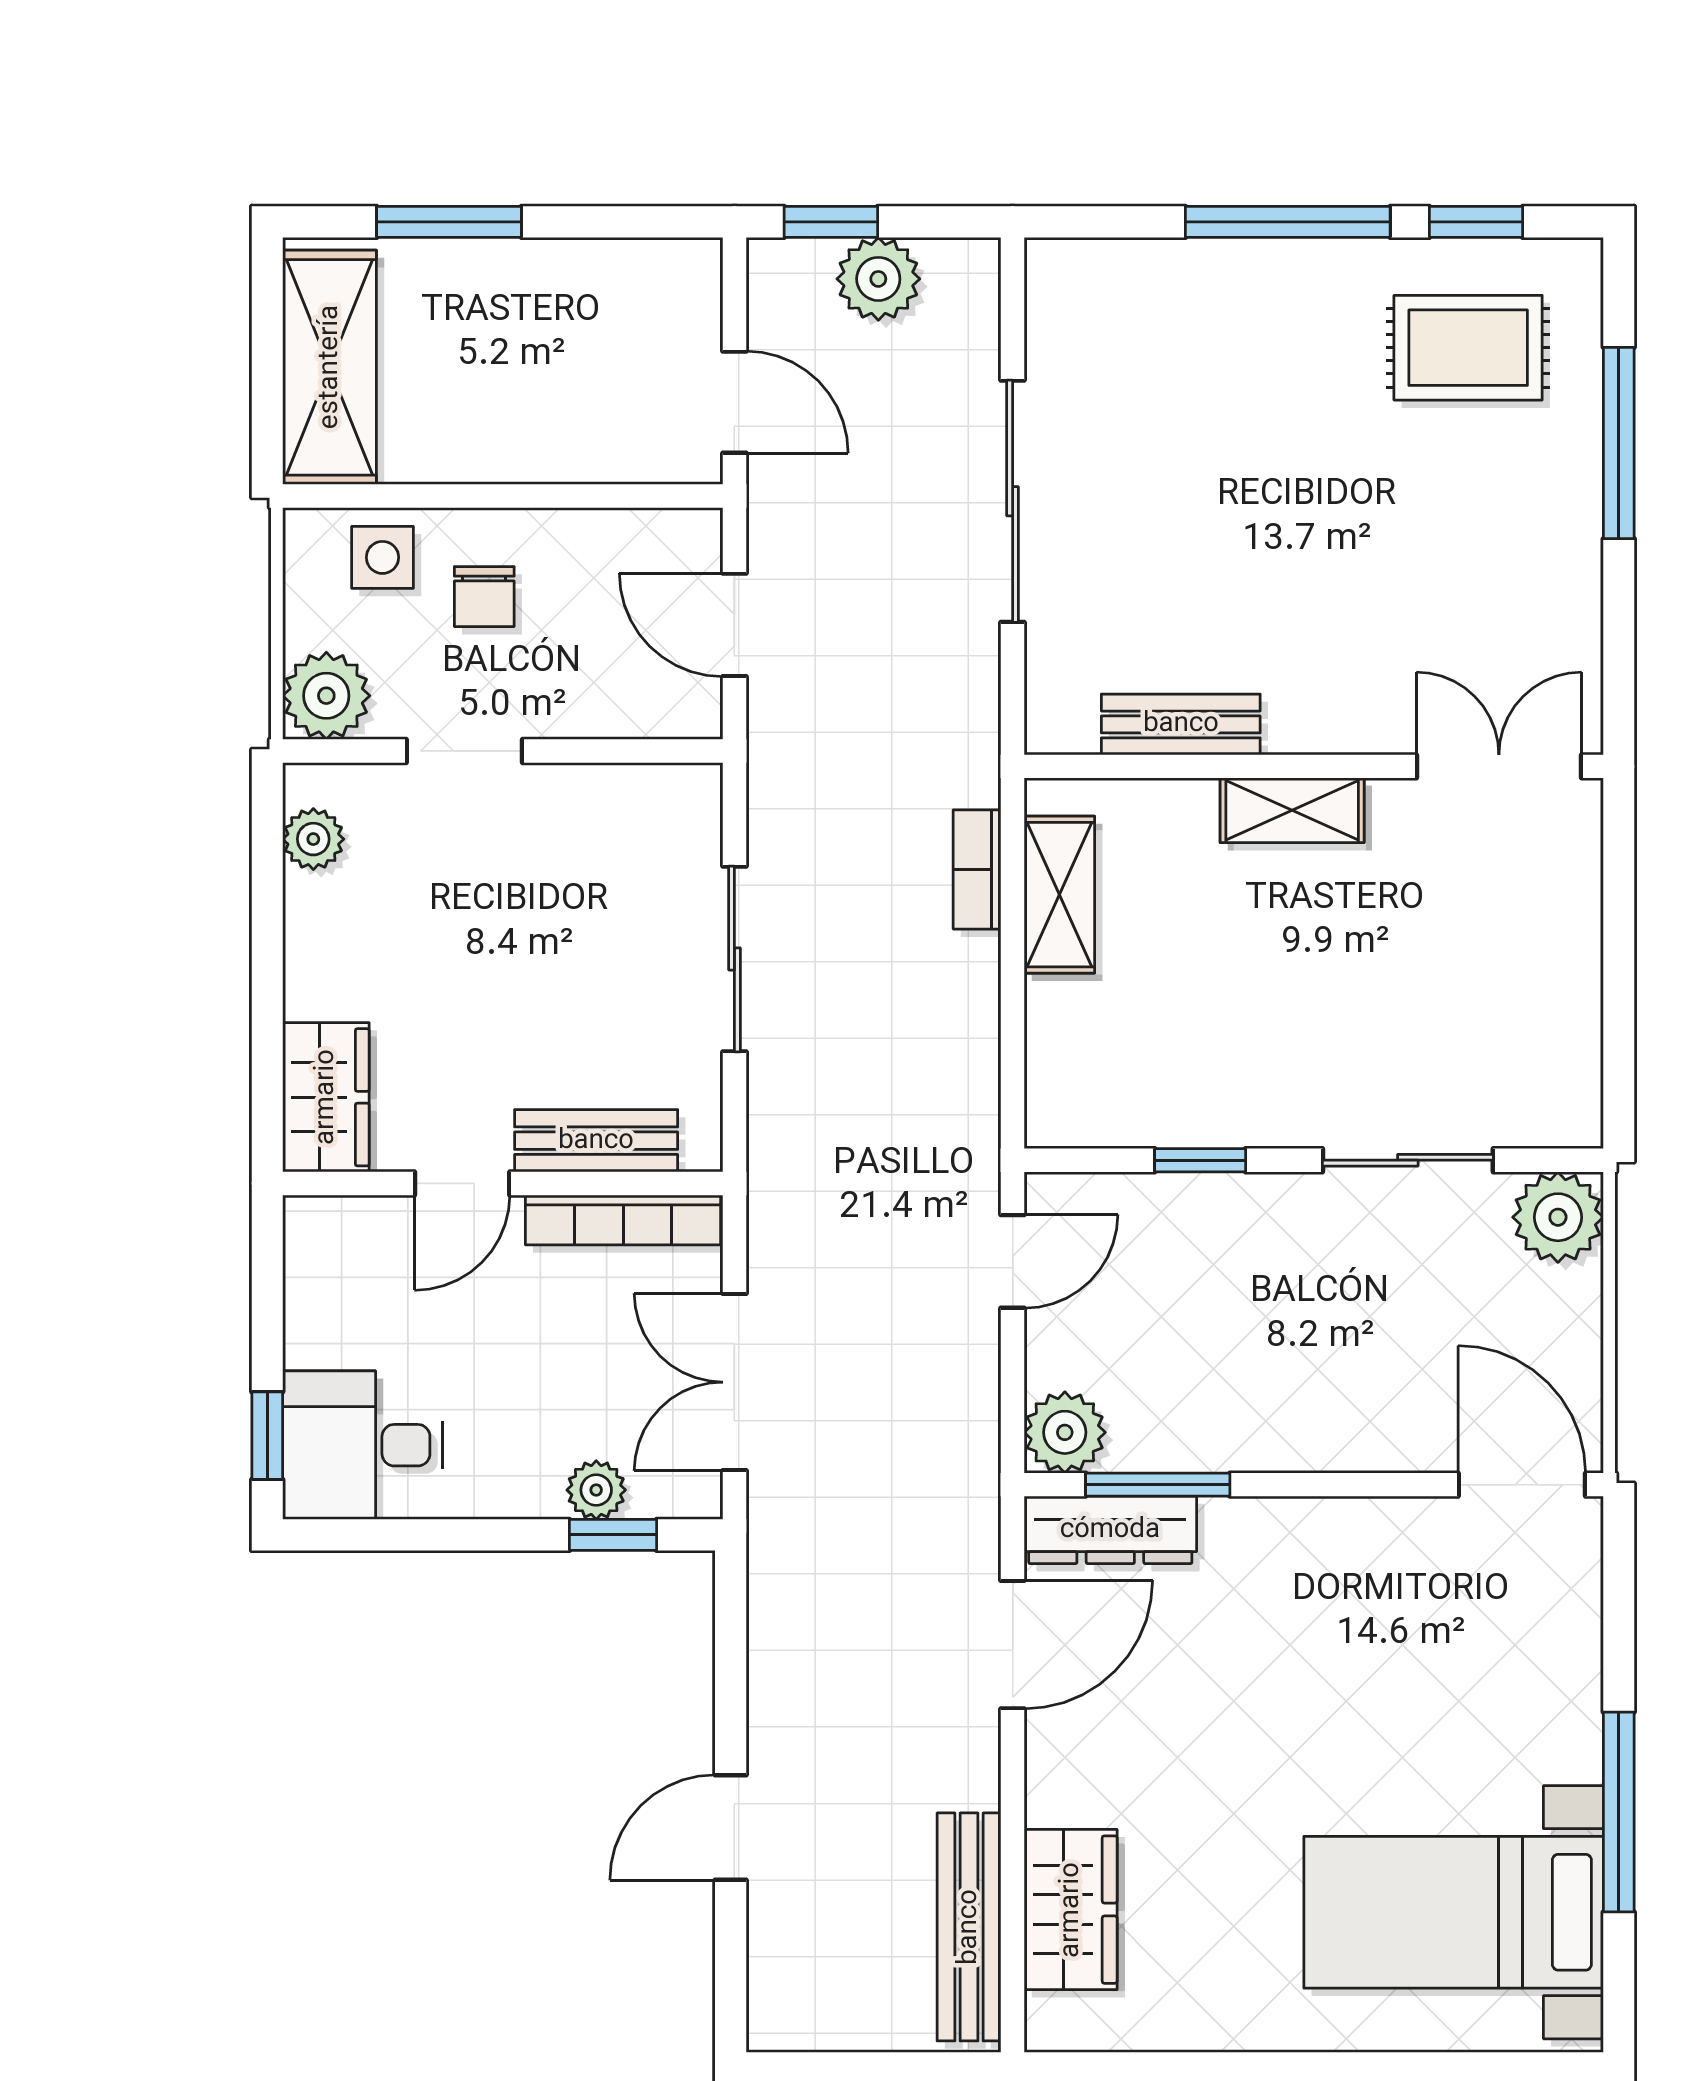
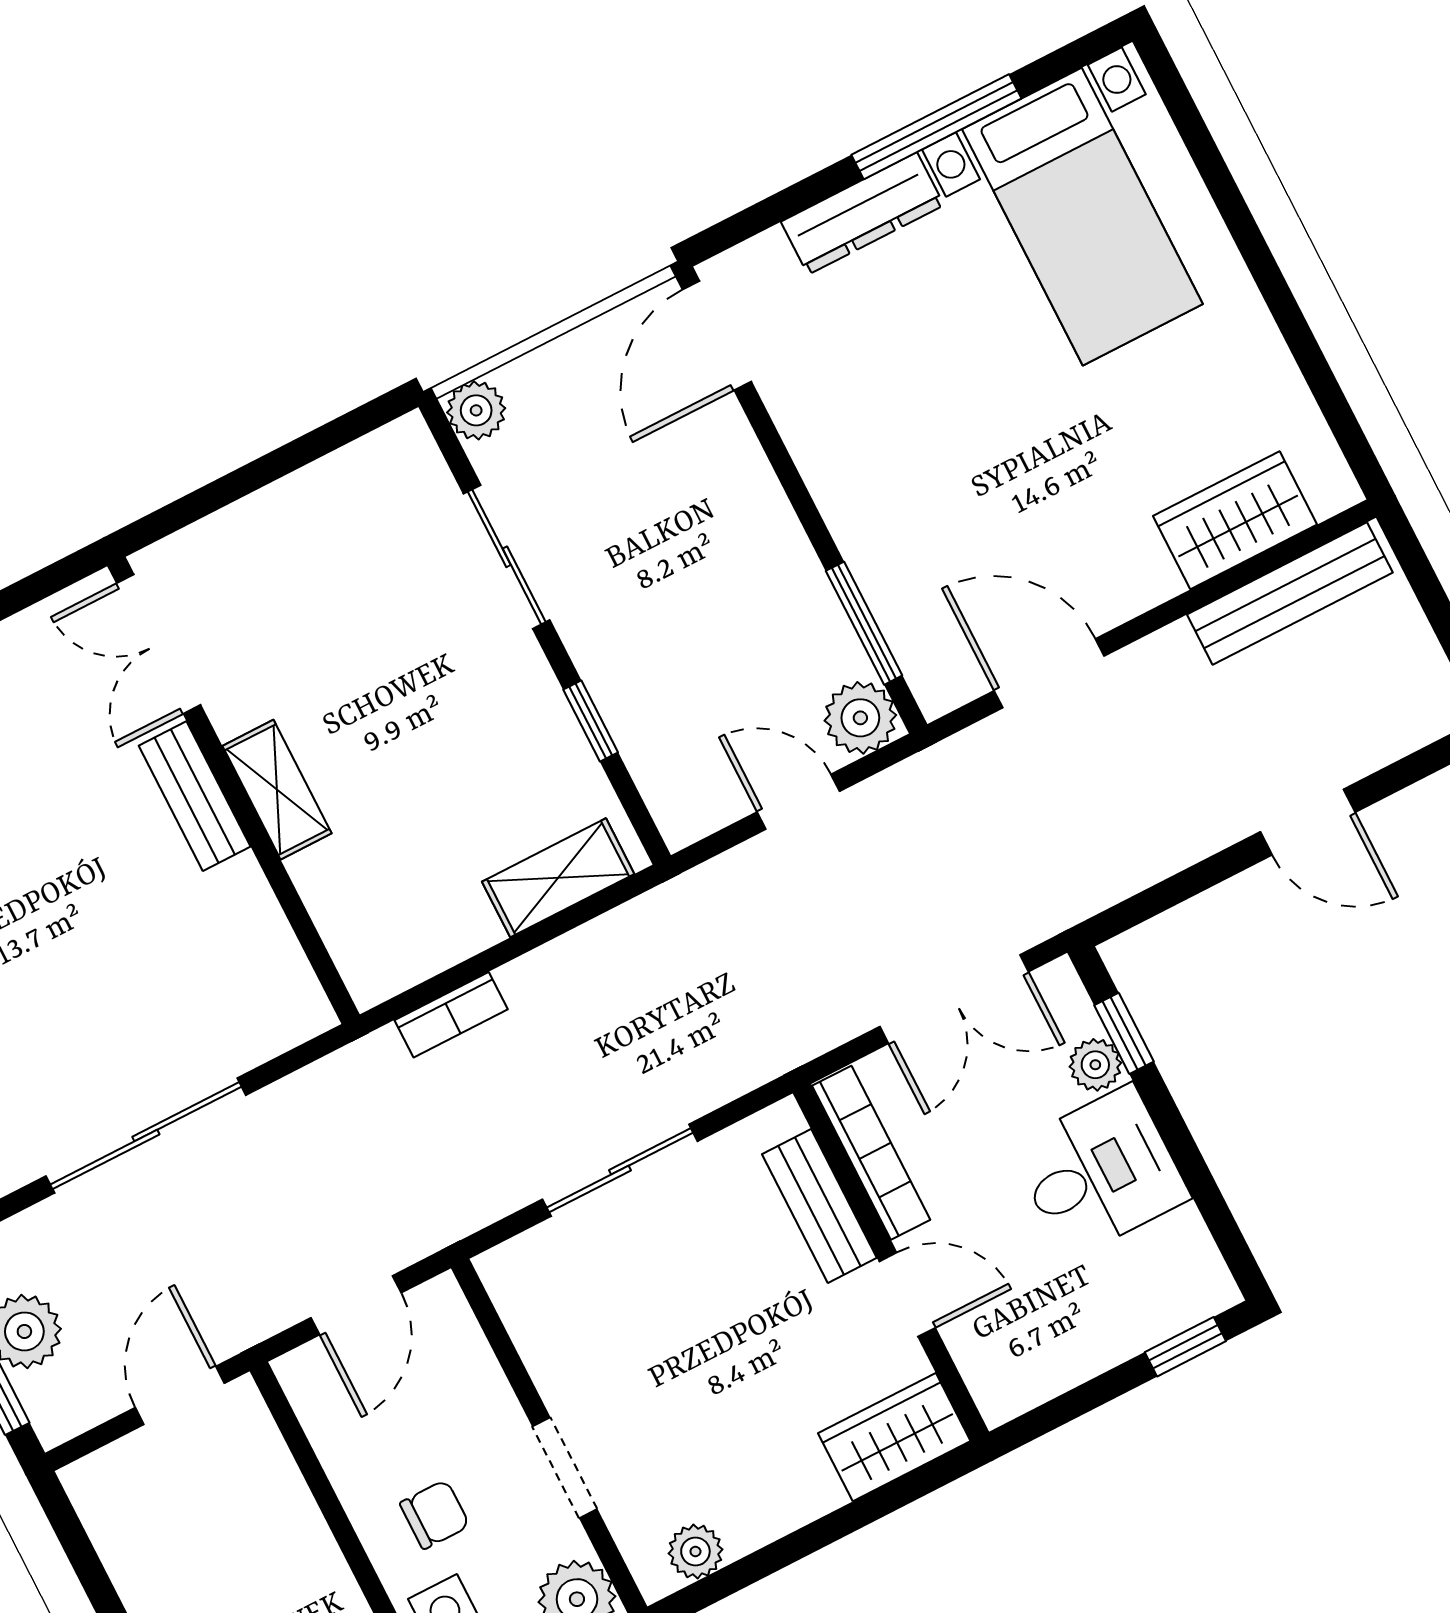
bench: (1181, 724) -> (195, 796), moved
shelving: (1059, 895) -> (558, 878), moved
plant: (1558, 1217) -> (476, 410), width x0.73, depth x0.73
door: (1013, 1261) -> (798, 802), moved
desk: (363, 1445) -> (1100, 1172), moved, turned -90
dresser: (1110, 1530) -> (862, 214), moved, turned 90

